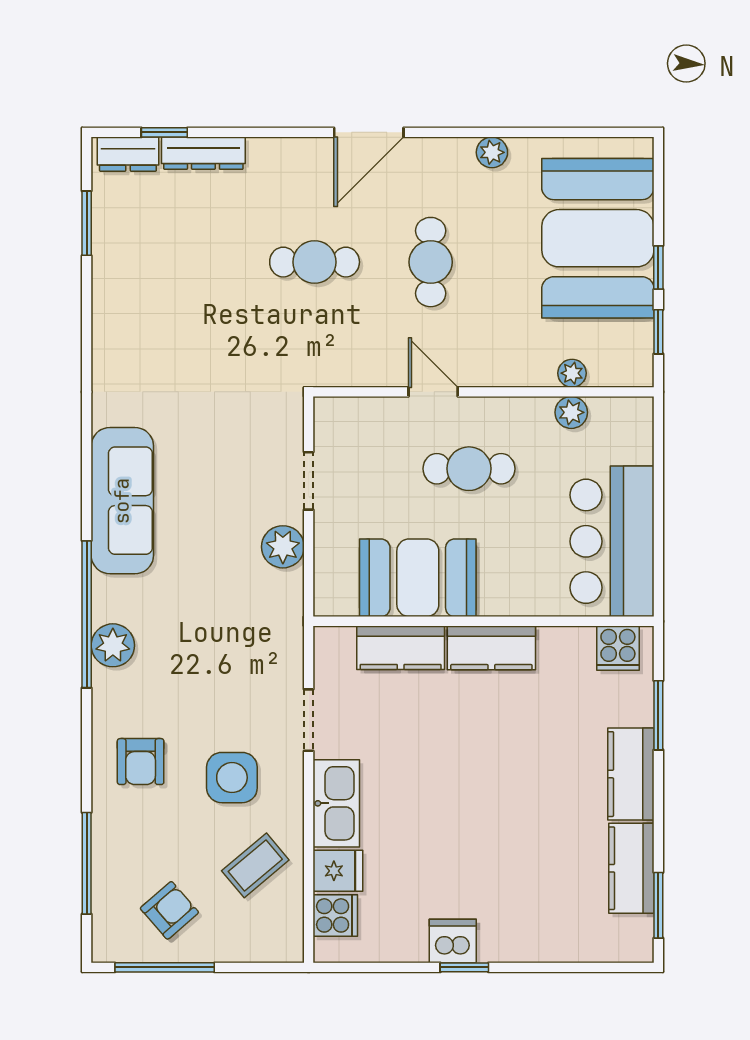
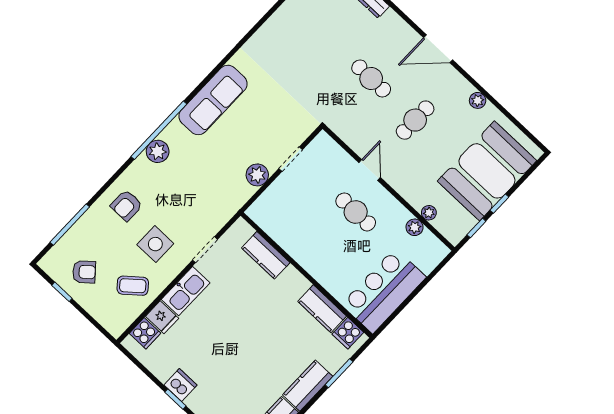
booth: (418, 578) -> (297, 235), removed
kitchen counter: (491, 648) -> (322, 309), moved
window: (165, 967) -> (62, 292), width x0.46

